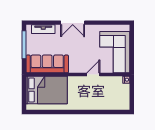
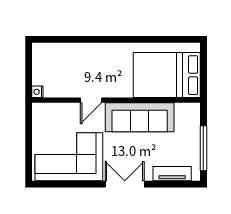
corner sofa: (115, 52) -> (69, 157), moved, turned -90
sofa: (47, 64) -> (140, 117), moved

